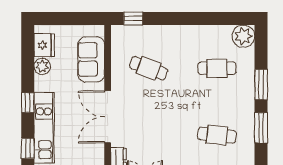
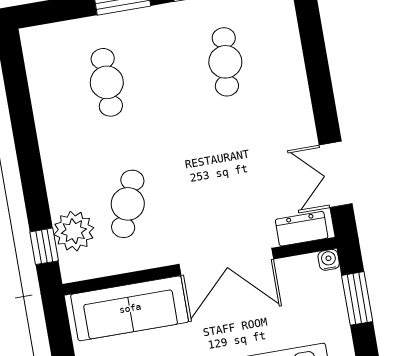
plant: (243, 36) -> (74, 231), moved
sofa: (91, 59) -> (130, 308), width x1.36

